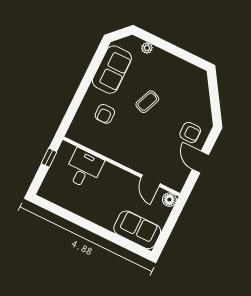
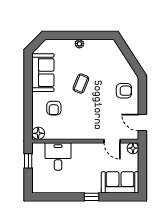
plant: (147, 48) -> (79, 44), moved
floor lamp: (75, 133) -> (38, 133), added
door: (200, 162) -> (142, 122), moved
window: (99, 230) -> (92, 197), added

